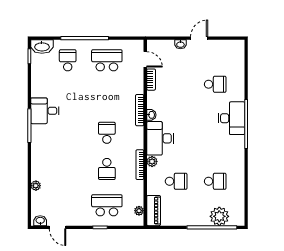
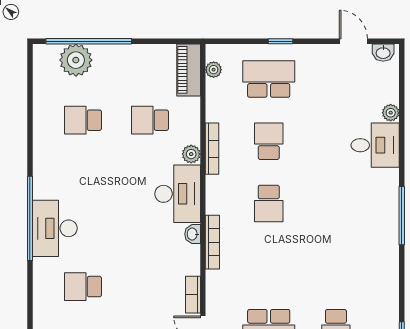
desk: (45, 111) -> (375, 145), moved
school desk: (107, 205) -> (269, 79), turned 180

